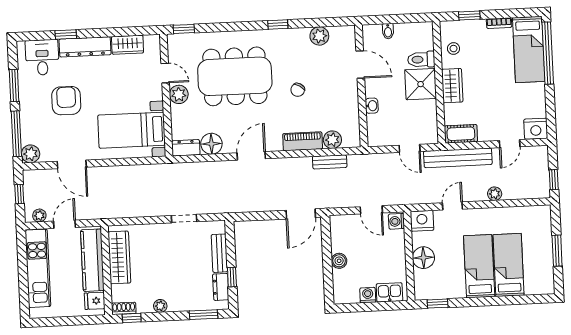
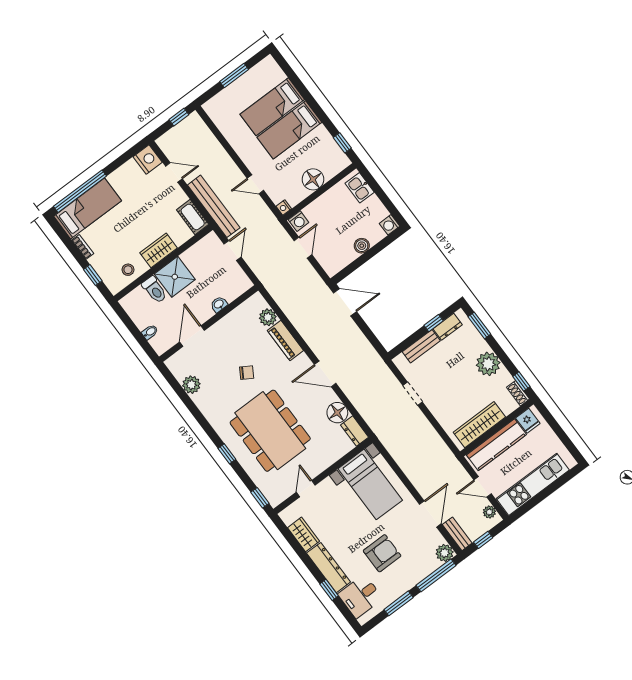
window: (278, 24) -> (227, 454), moved
plant: (179, 94) -> (315, 466), removed
armchair: (66, 101) -> (382, 553), turned 180
bench: (330, 162) -> (457, 534), moved
plant: (495, 194) -> (222, 157), removed
nightstand: (422, 221) -> (284, 207), width x0.53, depth x0.56
washing machine: (368, 295) -> (390, 225), moved
plant: (160, 306) -> (488, 364), width x1.87, depth x1.87

